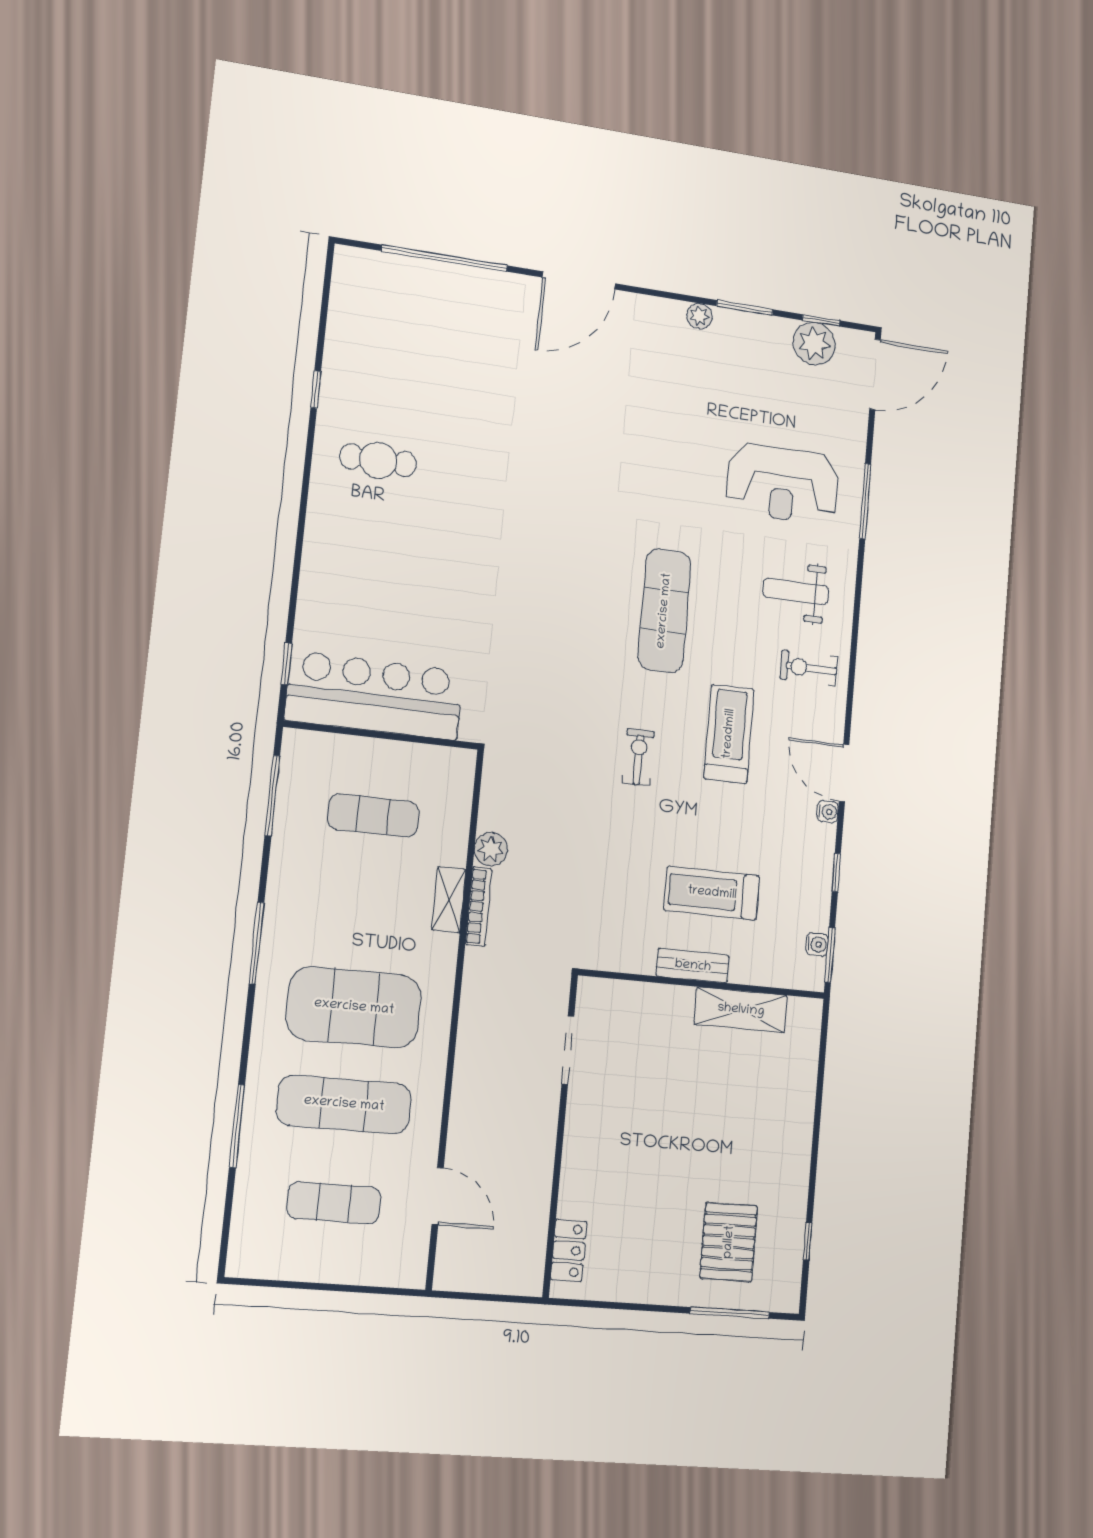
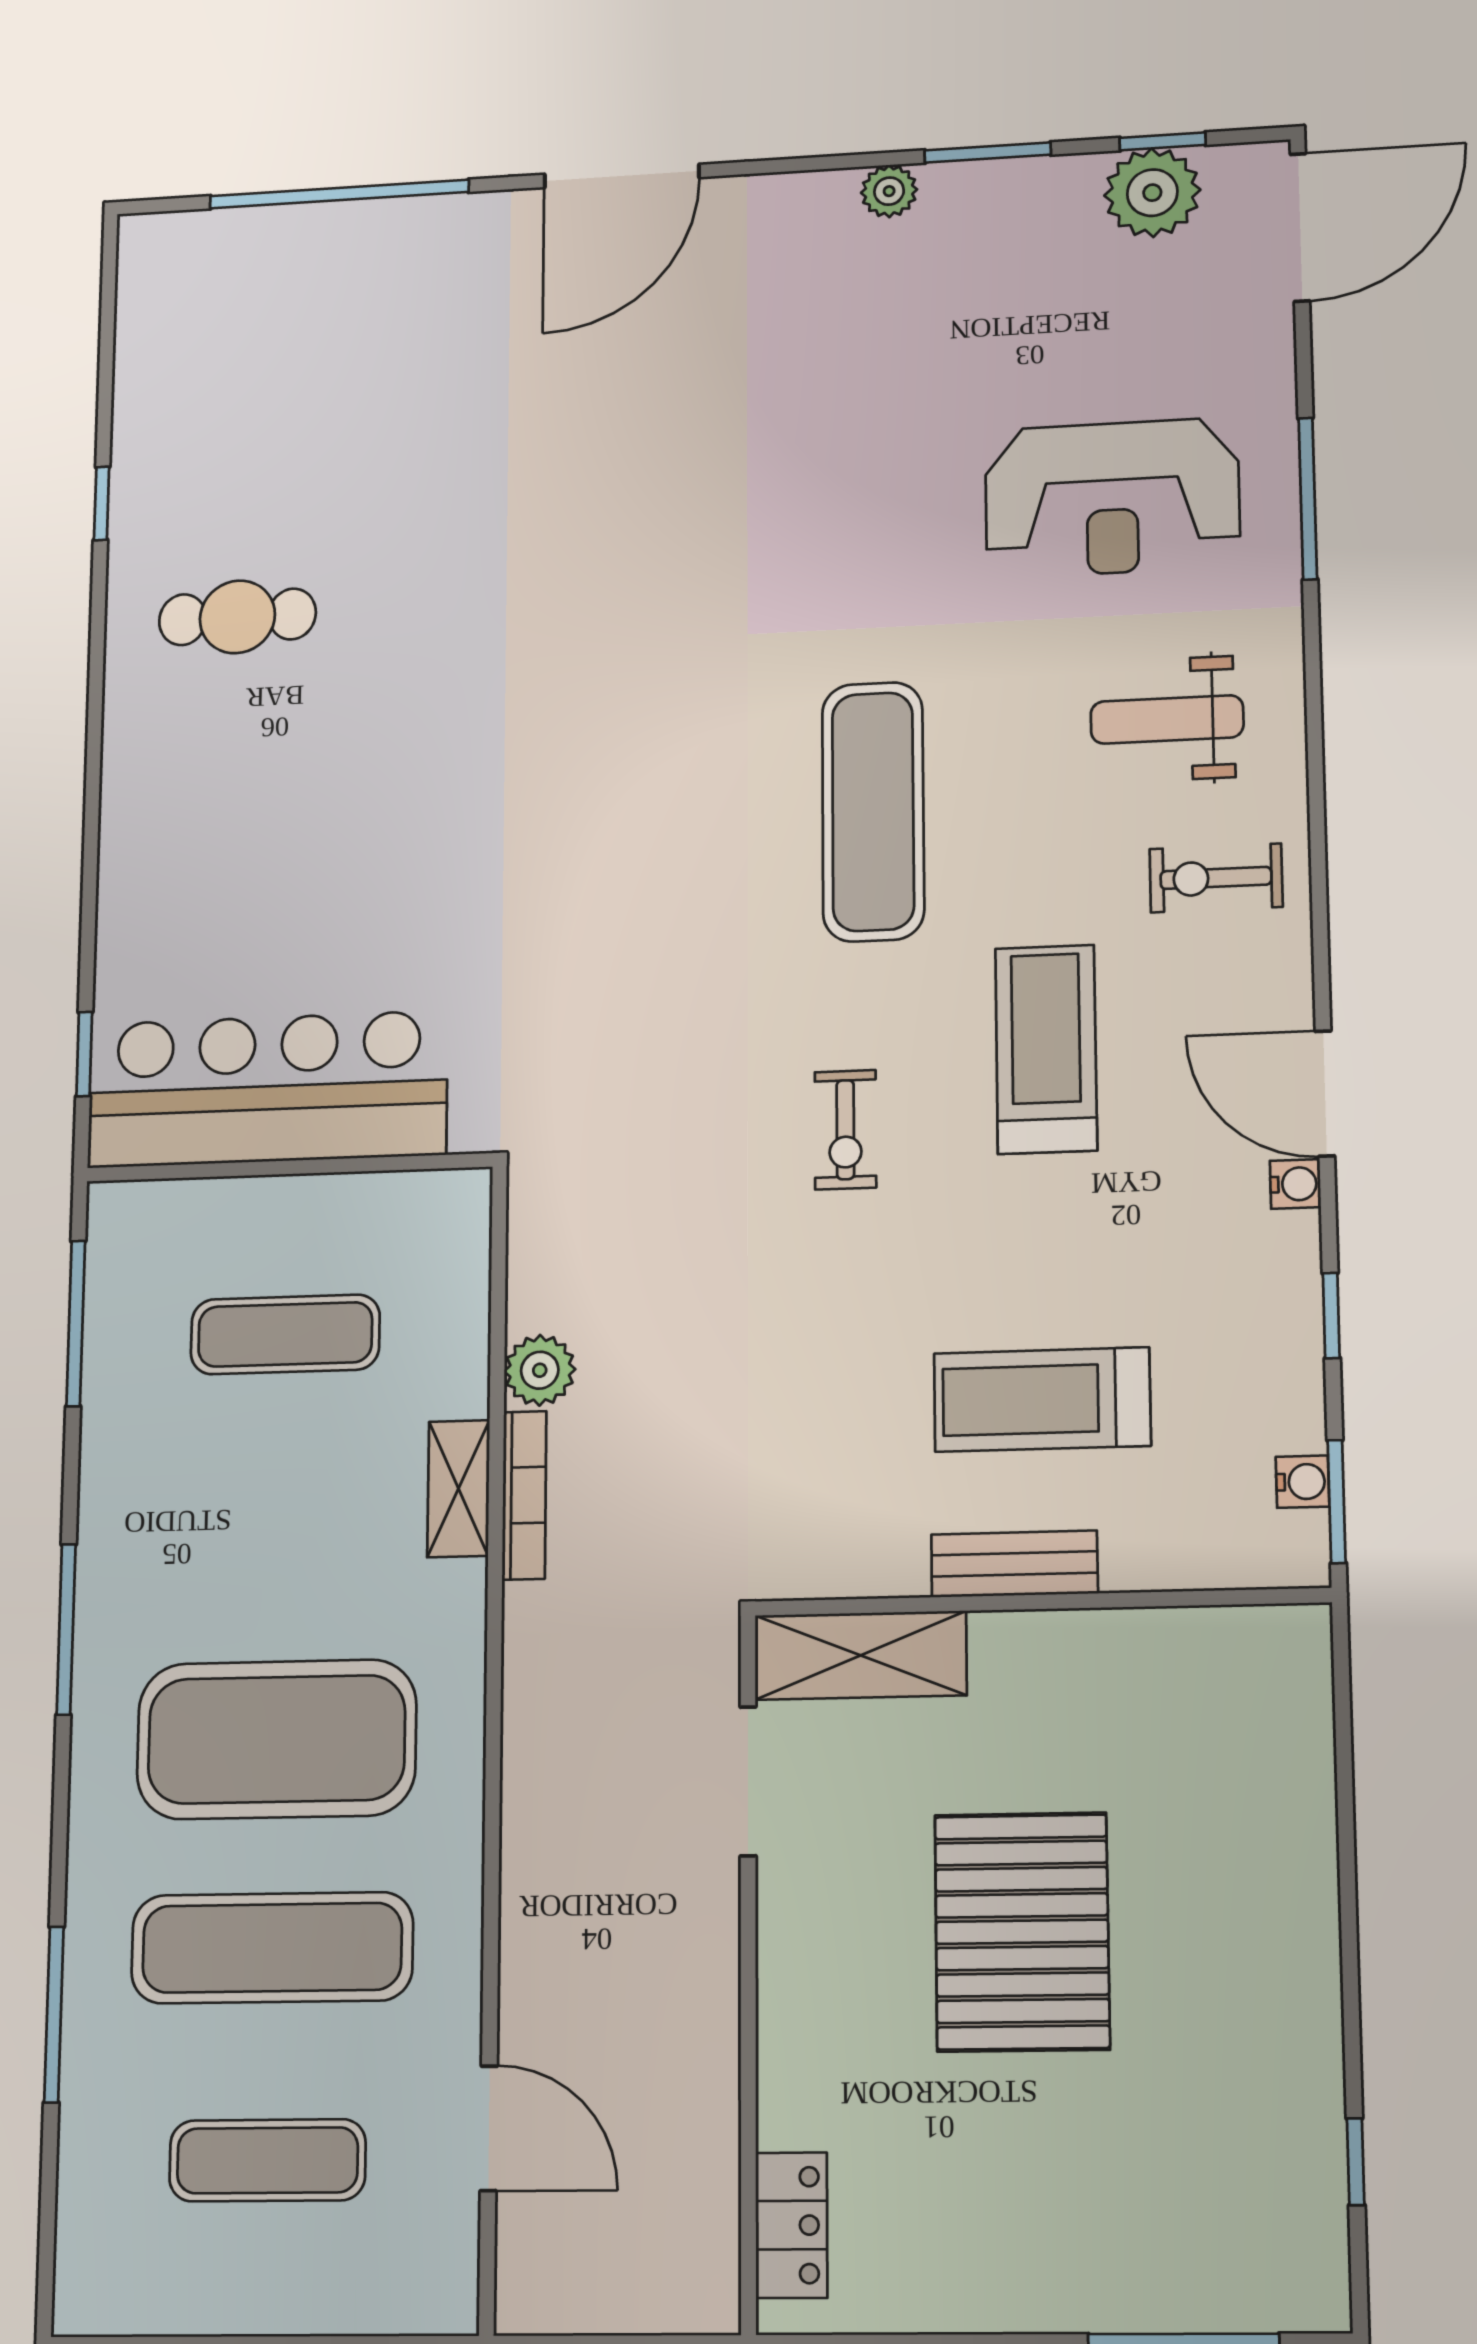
exercise bike: (638, 757) -> (845, 1130), turned 180
shelving: (741, 1010) -> (860, 1655), moved
pallet: (729, 1242) -> (1022, 1932), moved, width x1.37, depth x1.41

